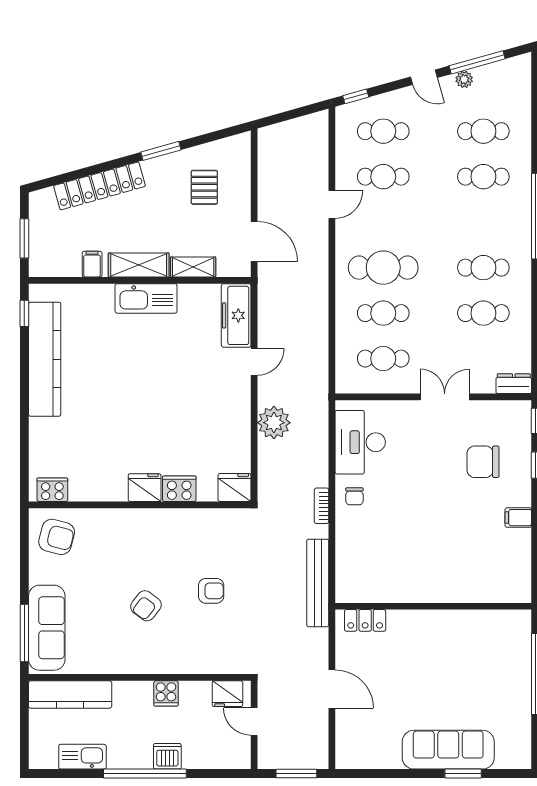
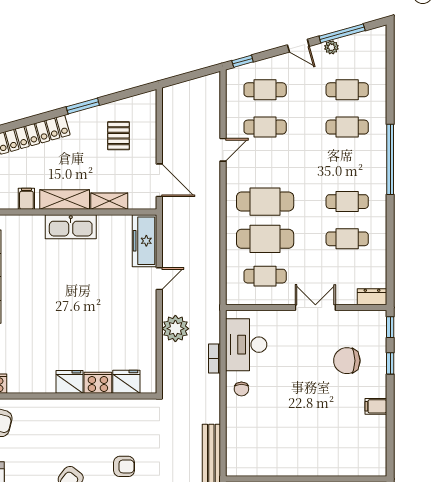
cafe table: (383, 313) -> (265, 239), width x1.37, depth x1.35
fridge: (235, 487) -> (126, 382), moved
bookcase: (322, 506) -> (214, 359), moved

